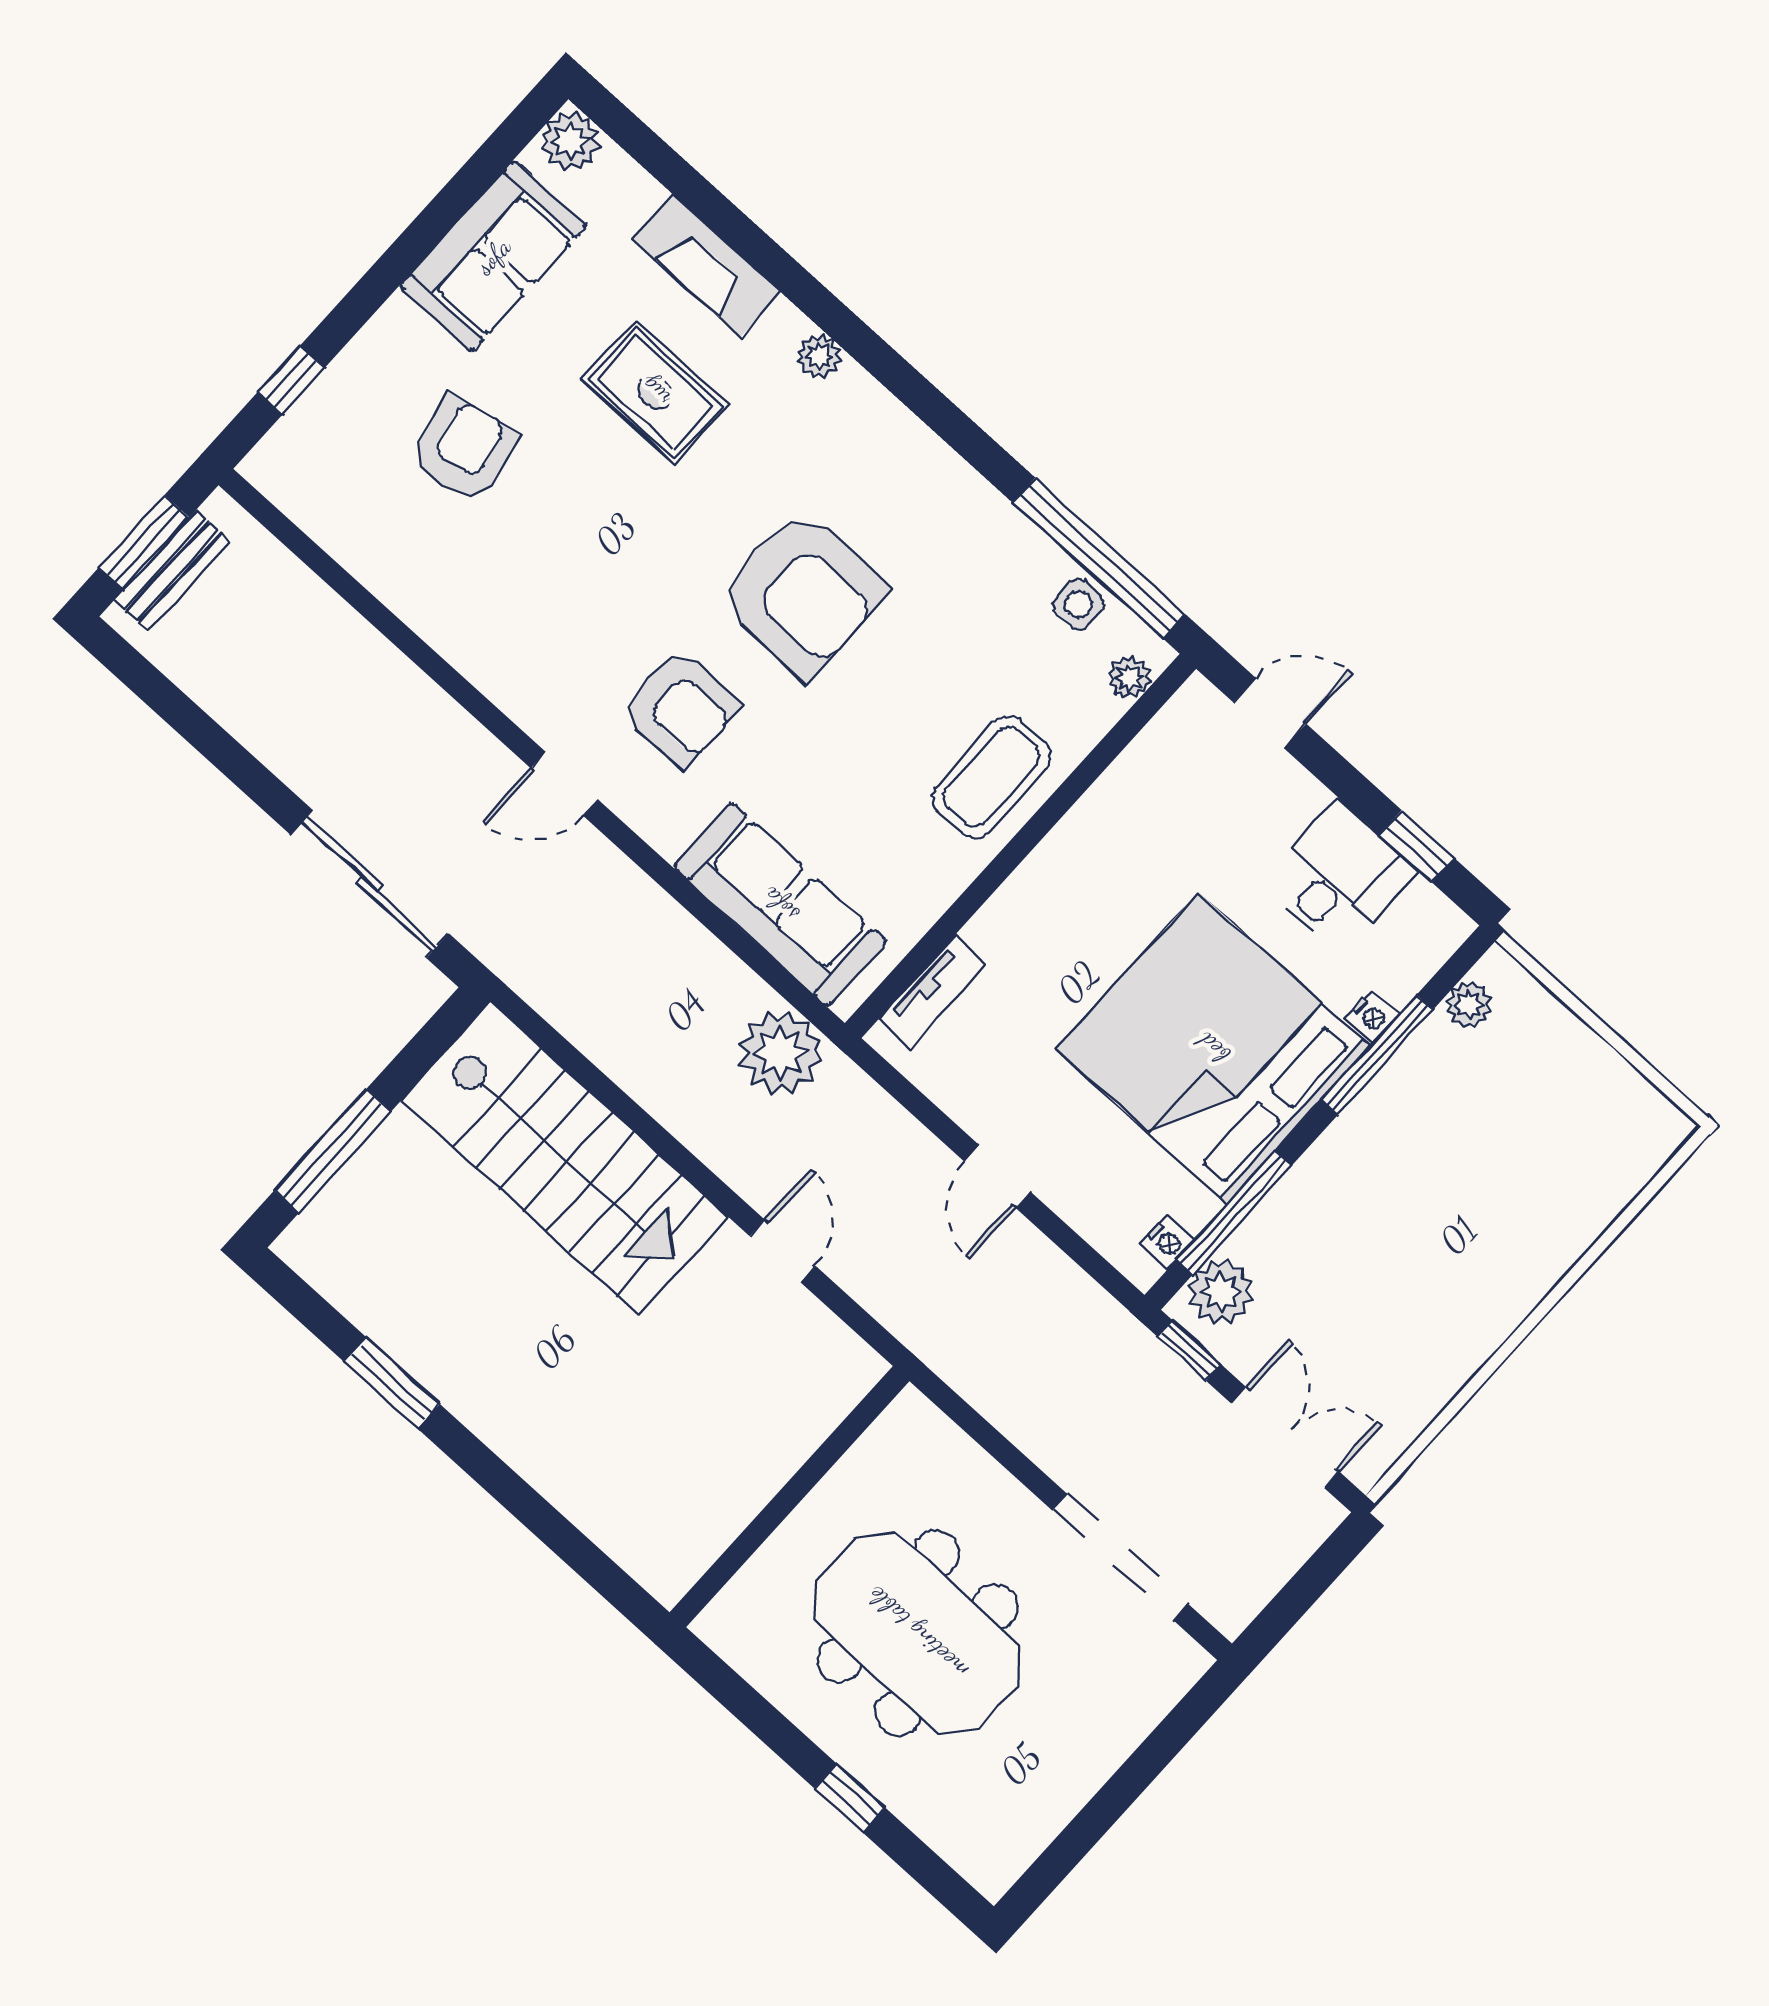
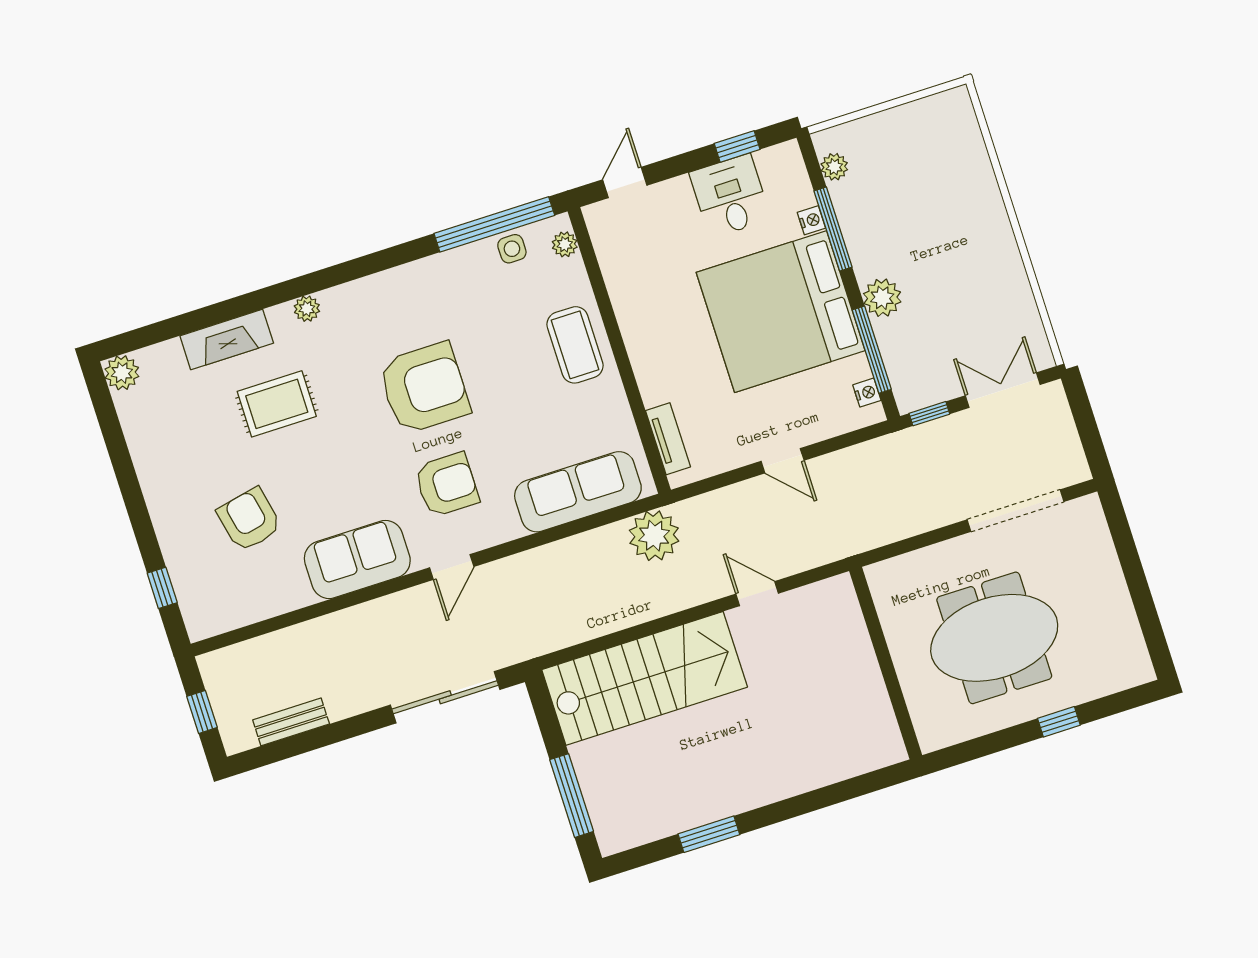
sofa: (493, 256) -> (357, 559), moved, turned -90
window: (144, 542) -> (202, 712), width x0.67
bench: (172, 571) -> (291, 722), moved, turned 90
plant: (1221, 1292) -> (882, 298), moved

